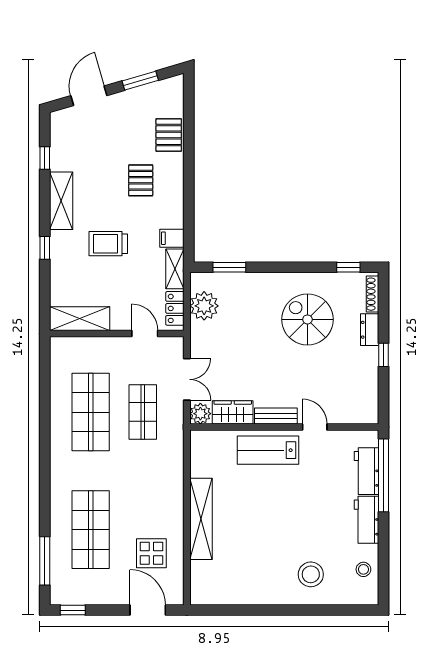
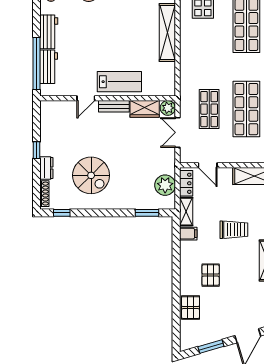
door: (315, 427) -> (86, 98), hinge flipped

